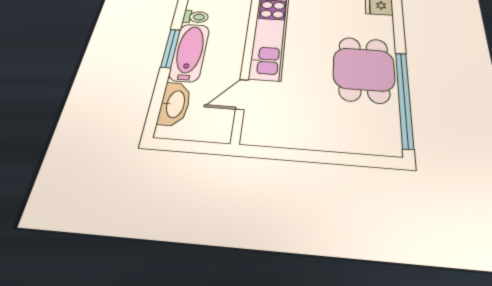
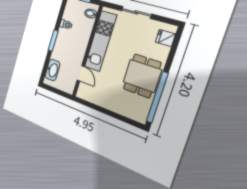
bathtub: (189, 52) -> (61, 45), removed
door: (242, 94) -> (81, 73), swing flipped

